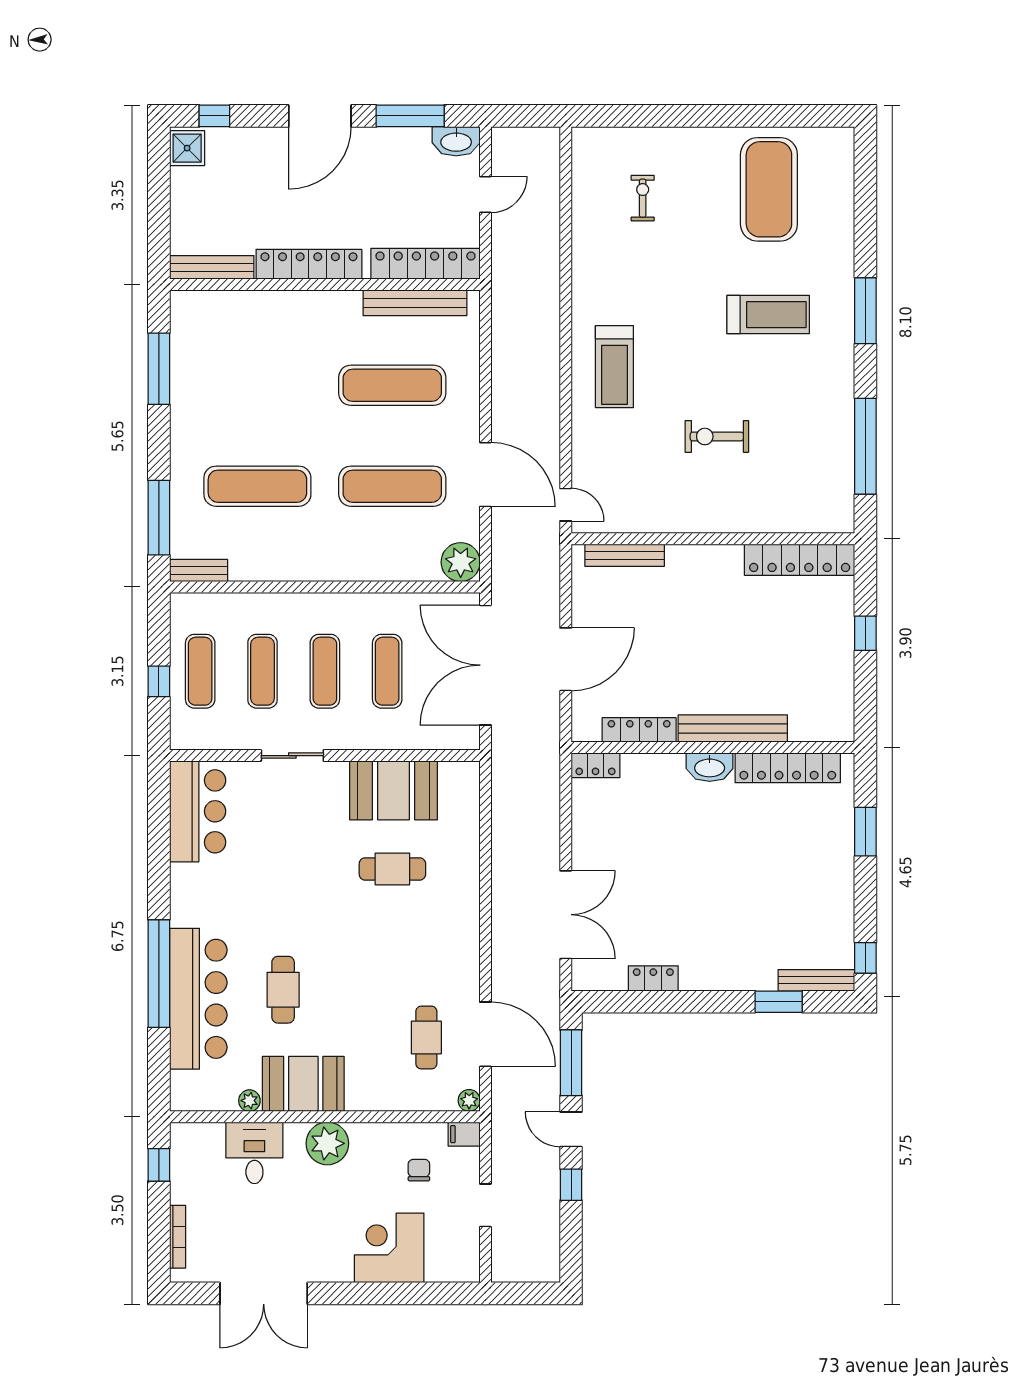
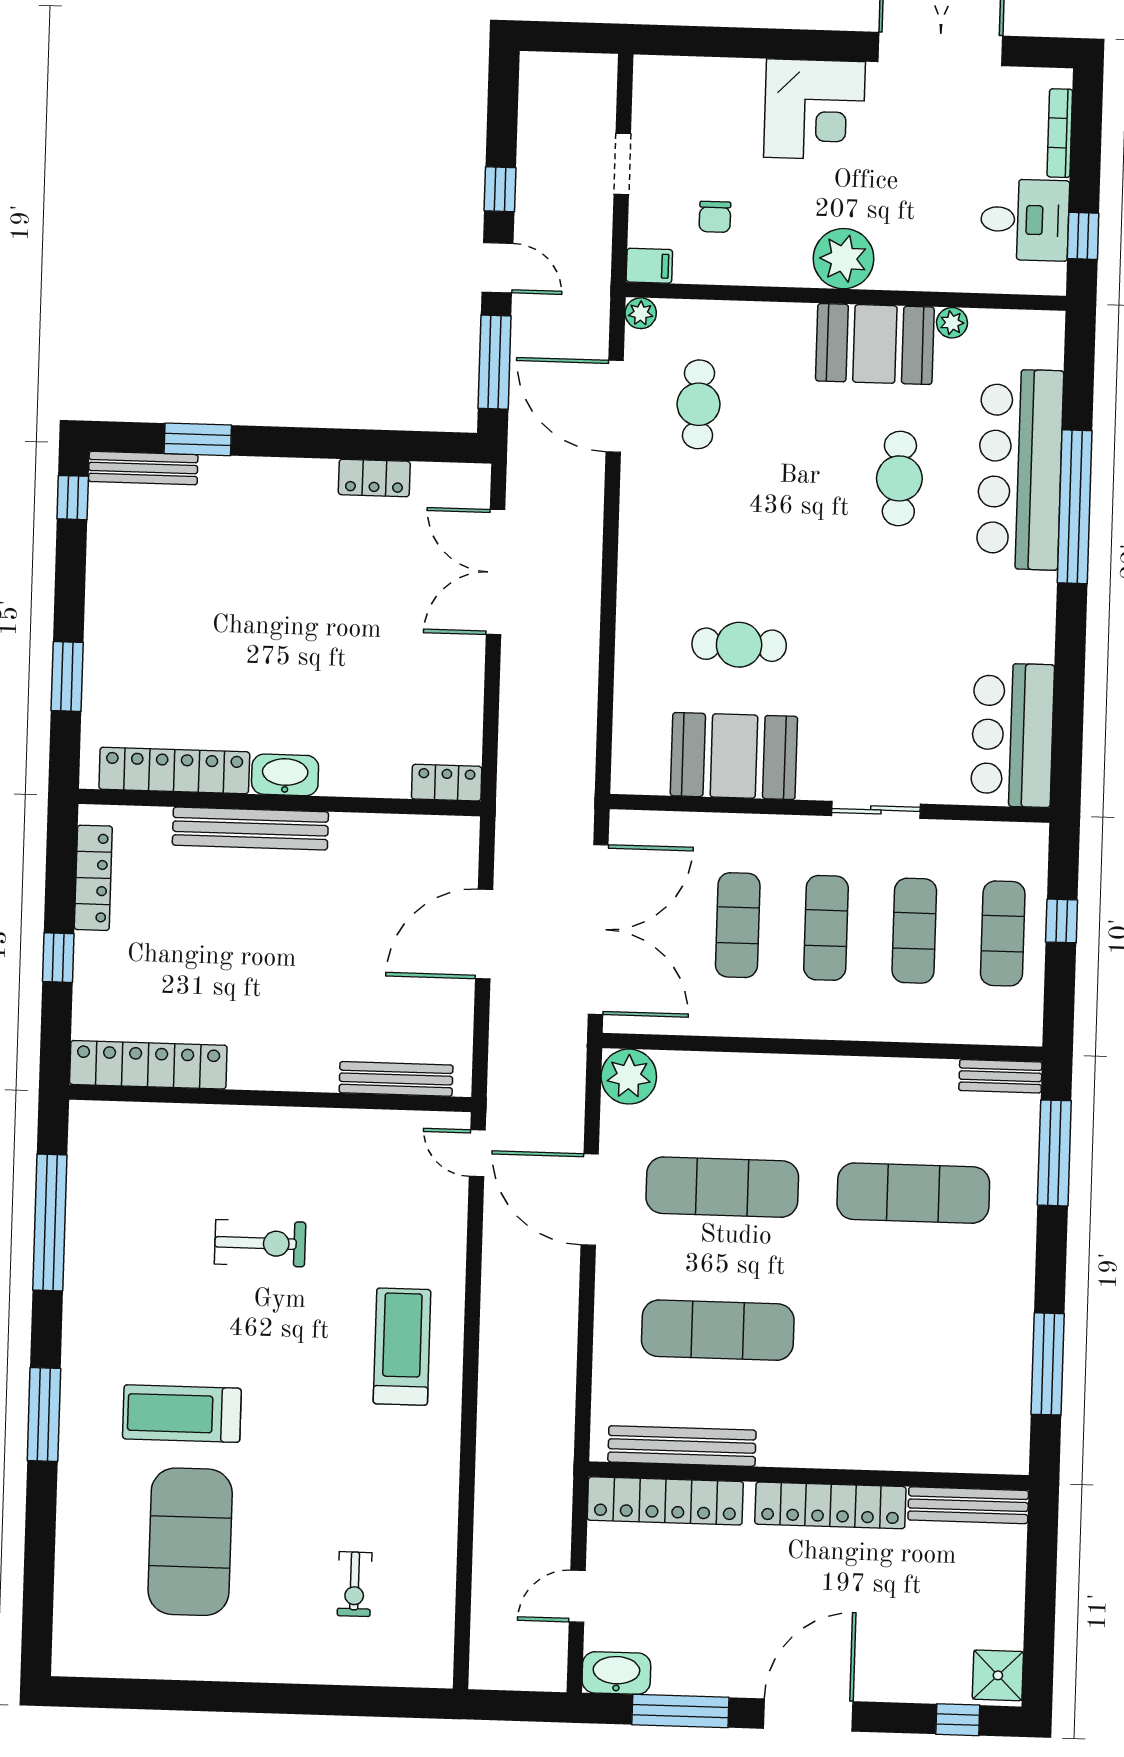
exercise mat: (769, 189) -> (190, 1542), moved
locker: (639, 730) -> (93, 878), moved, turned -90
desk: (254, 1153) -> (1025, 220), moved, turned -90
corner desk: (389, 1248) -> (814, 110), moved

